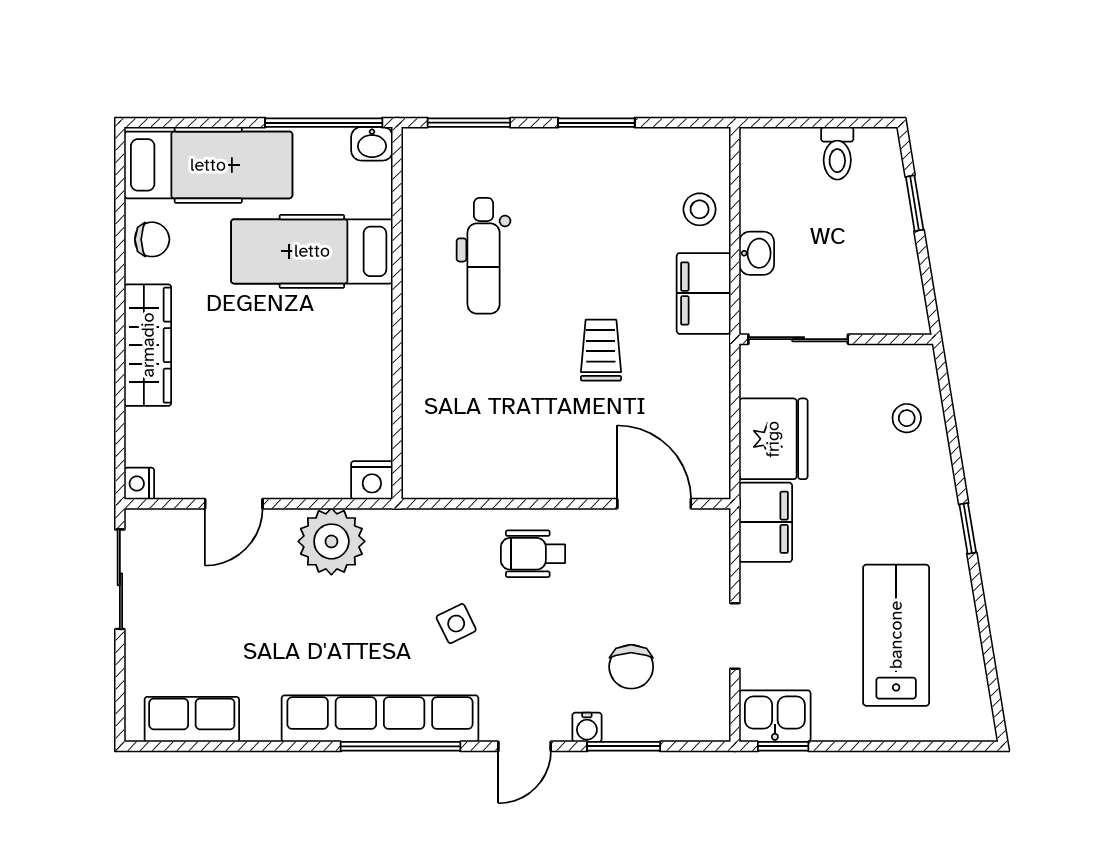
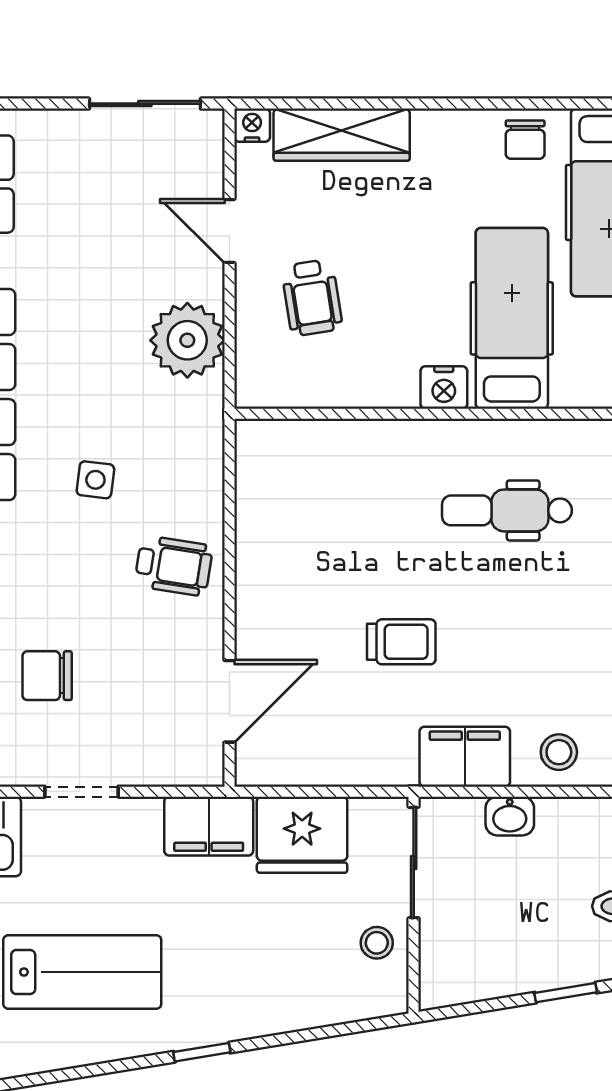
wardrobe: (148, 345) -> (342, 135), moved
stool: (907, 418) -> (377, 943), moved
wheelchair: (293, 430) -> (312, 298), added
nightstand: (372, 480) -> (444, 387), moved, turned -90
wheelchair: (533, 554) -> (174, 566), turned 99
side table: (456, 624) -> (95, 480), turned 33

